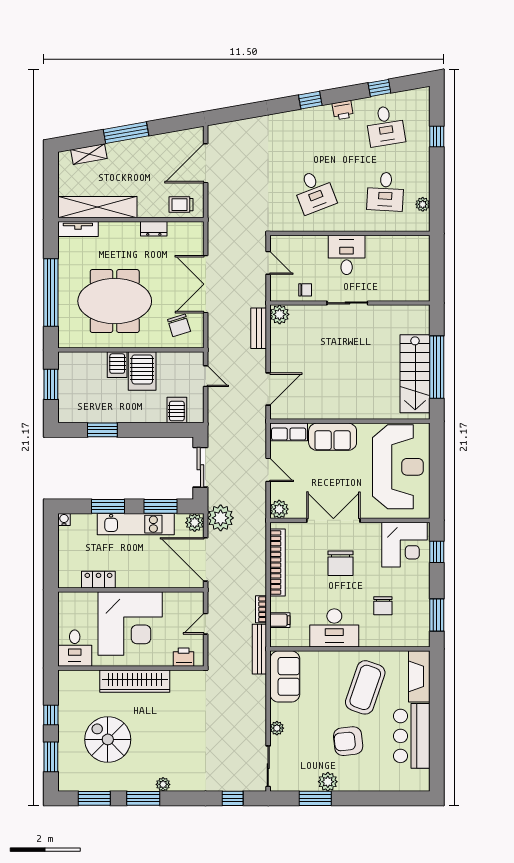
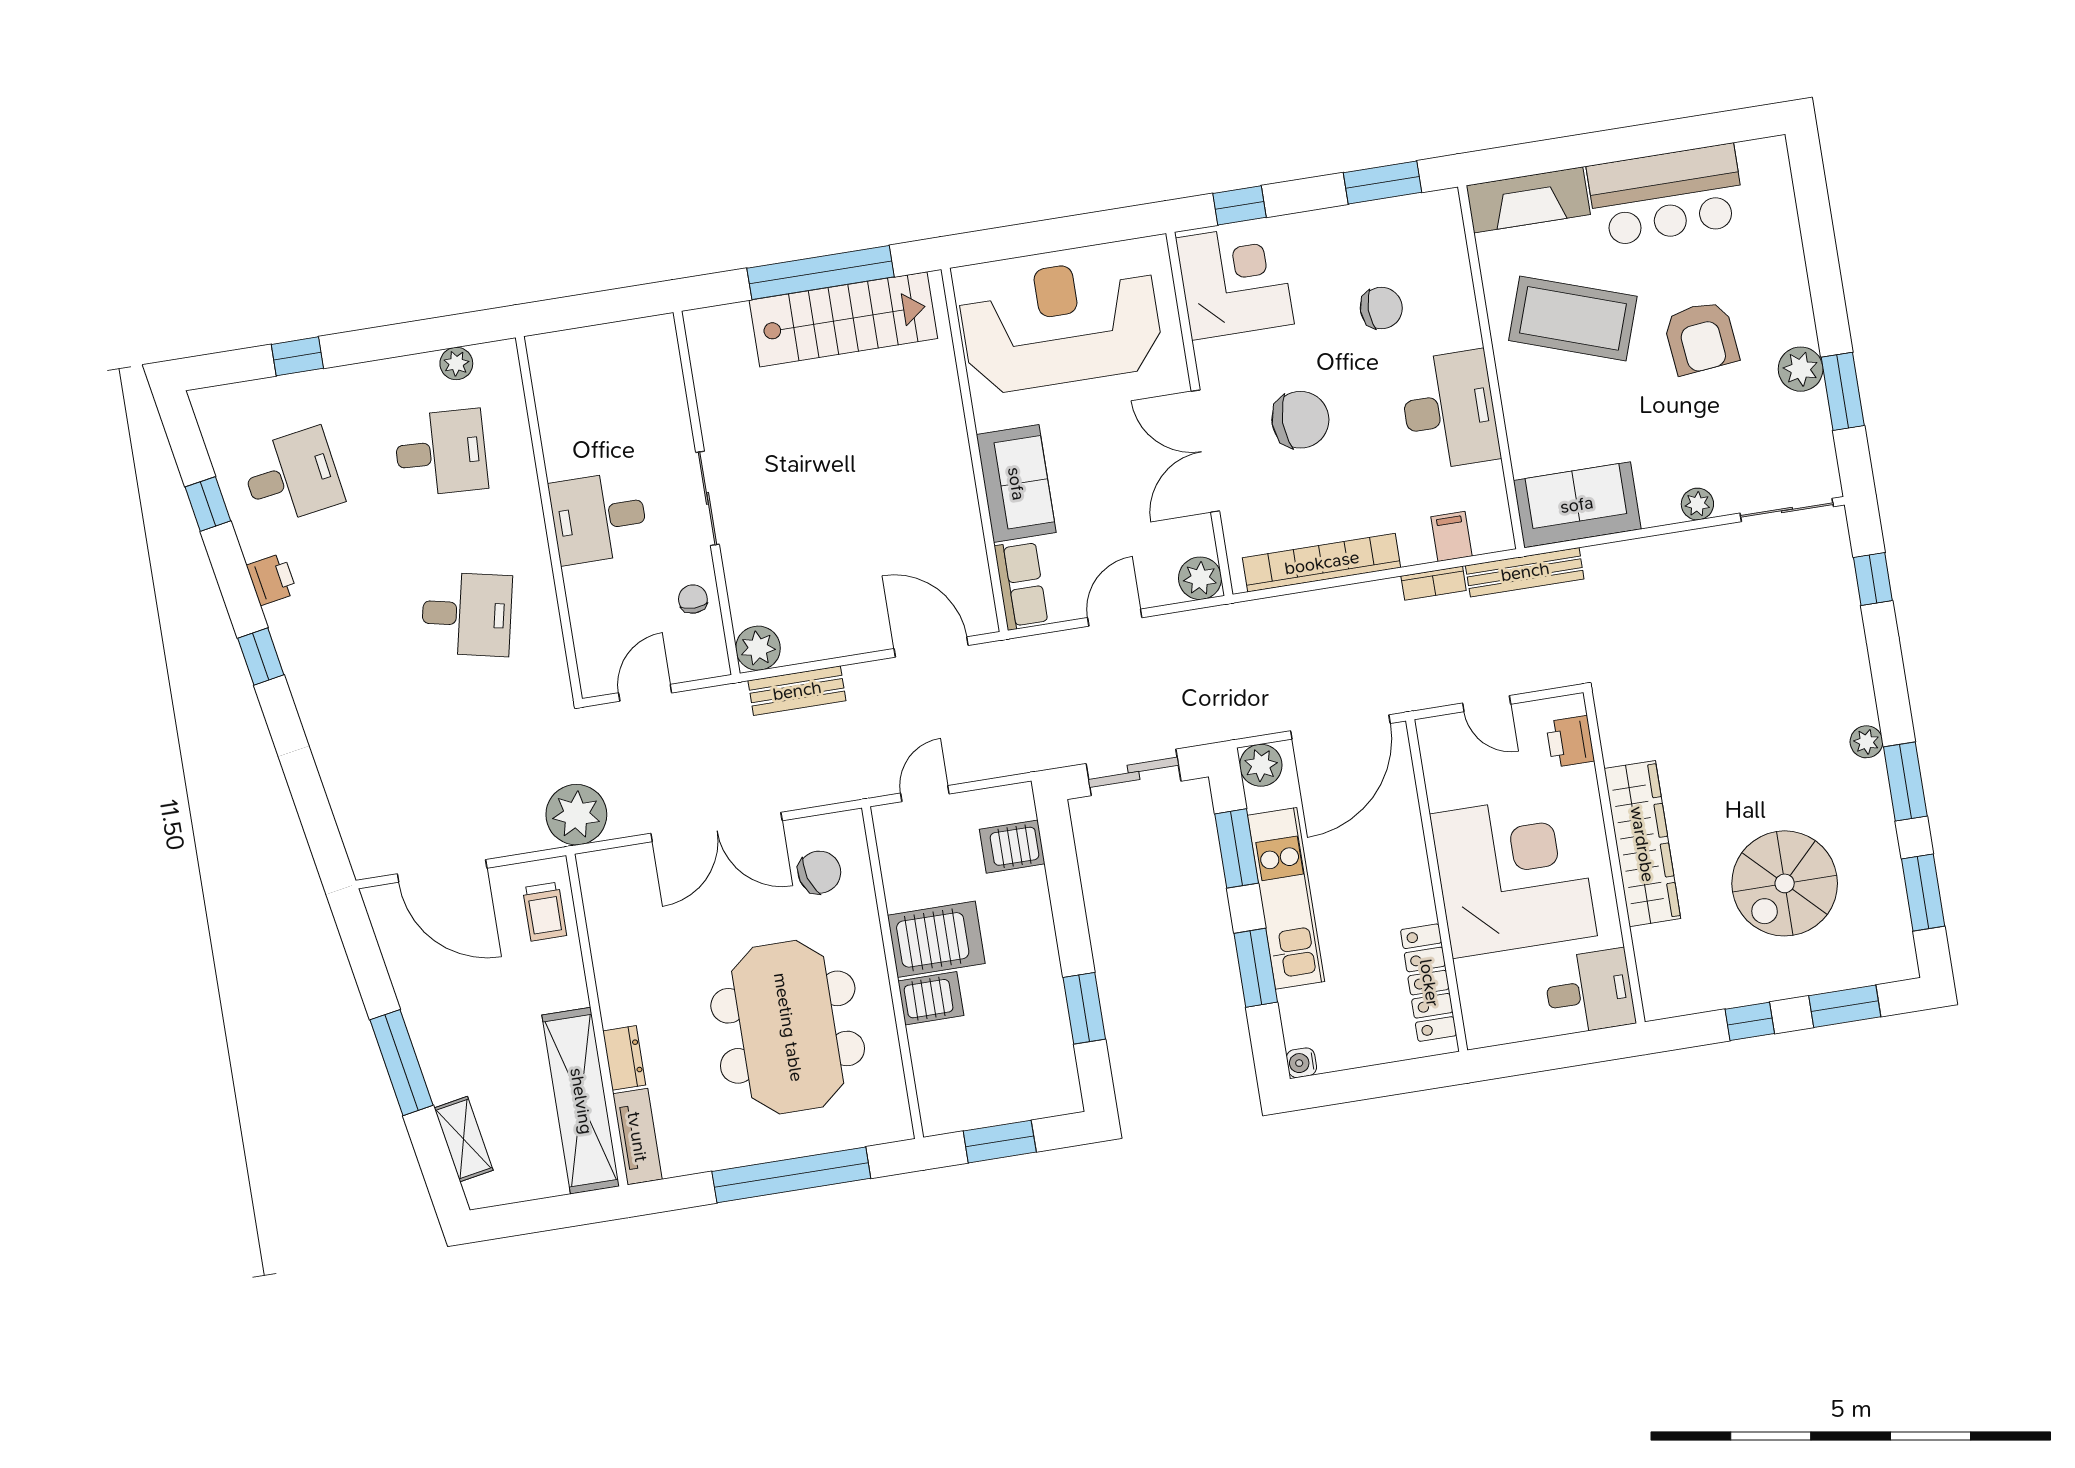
desk: (314, 192) -> (467, 614), turned 33
dresser: (154, 229) -> (624, 1058), moved
plant: (221, 518) -> (576, 815), moved
locker: (98, 580) -> (1429, 983), width x1.53

